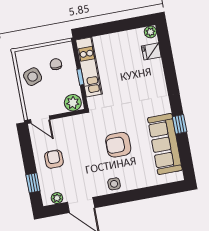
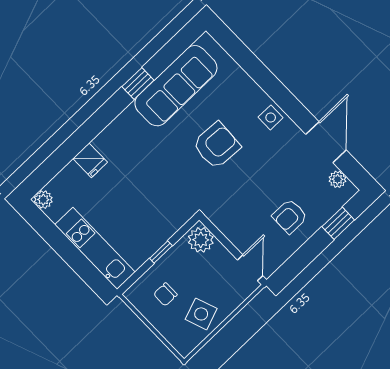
fridge: (151, 51) -> (90, 160), moved
kitchen unit: (89, 67) -> (95, 248), moved, turned 90
armchair: (118, 145) -> (216, 145), turned -87

